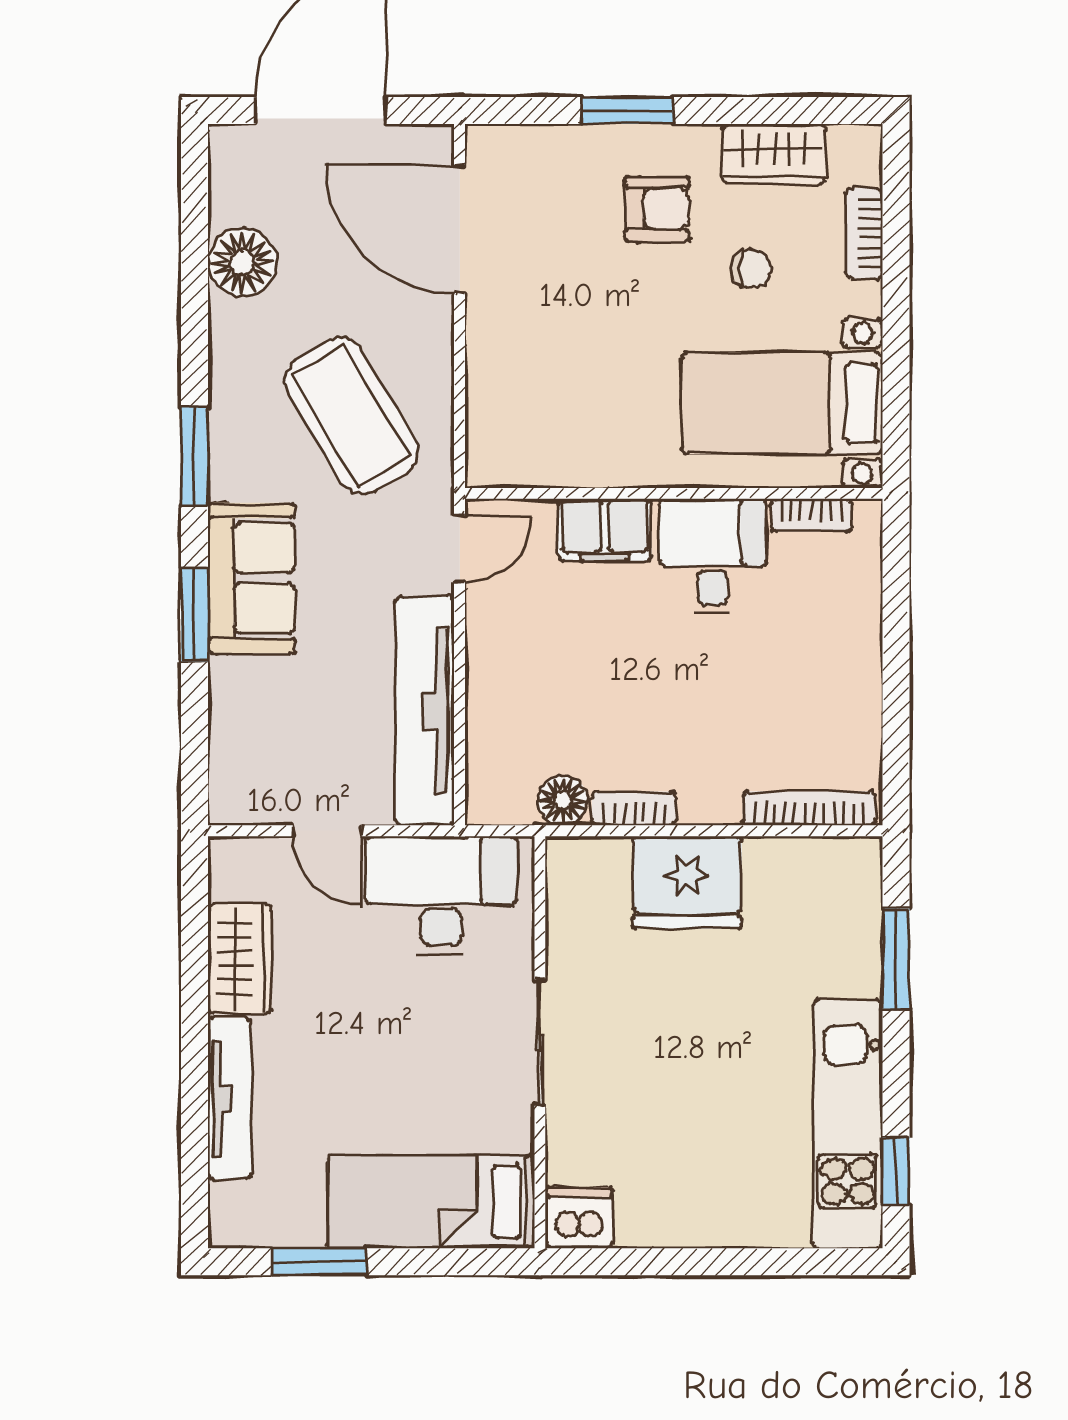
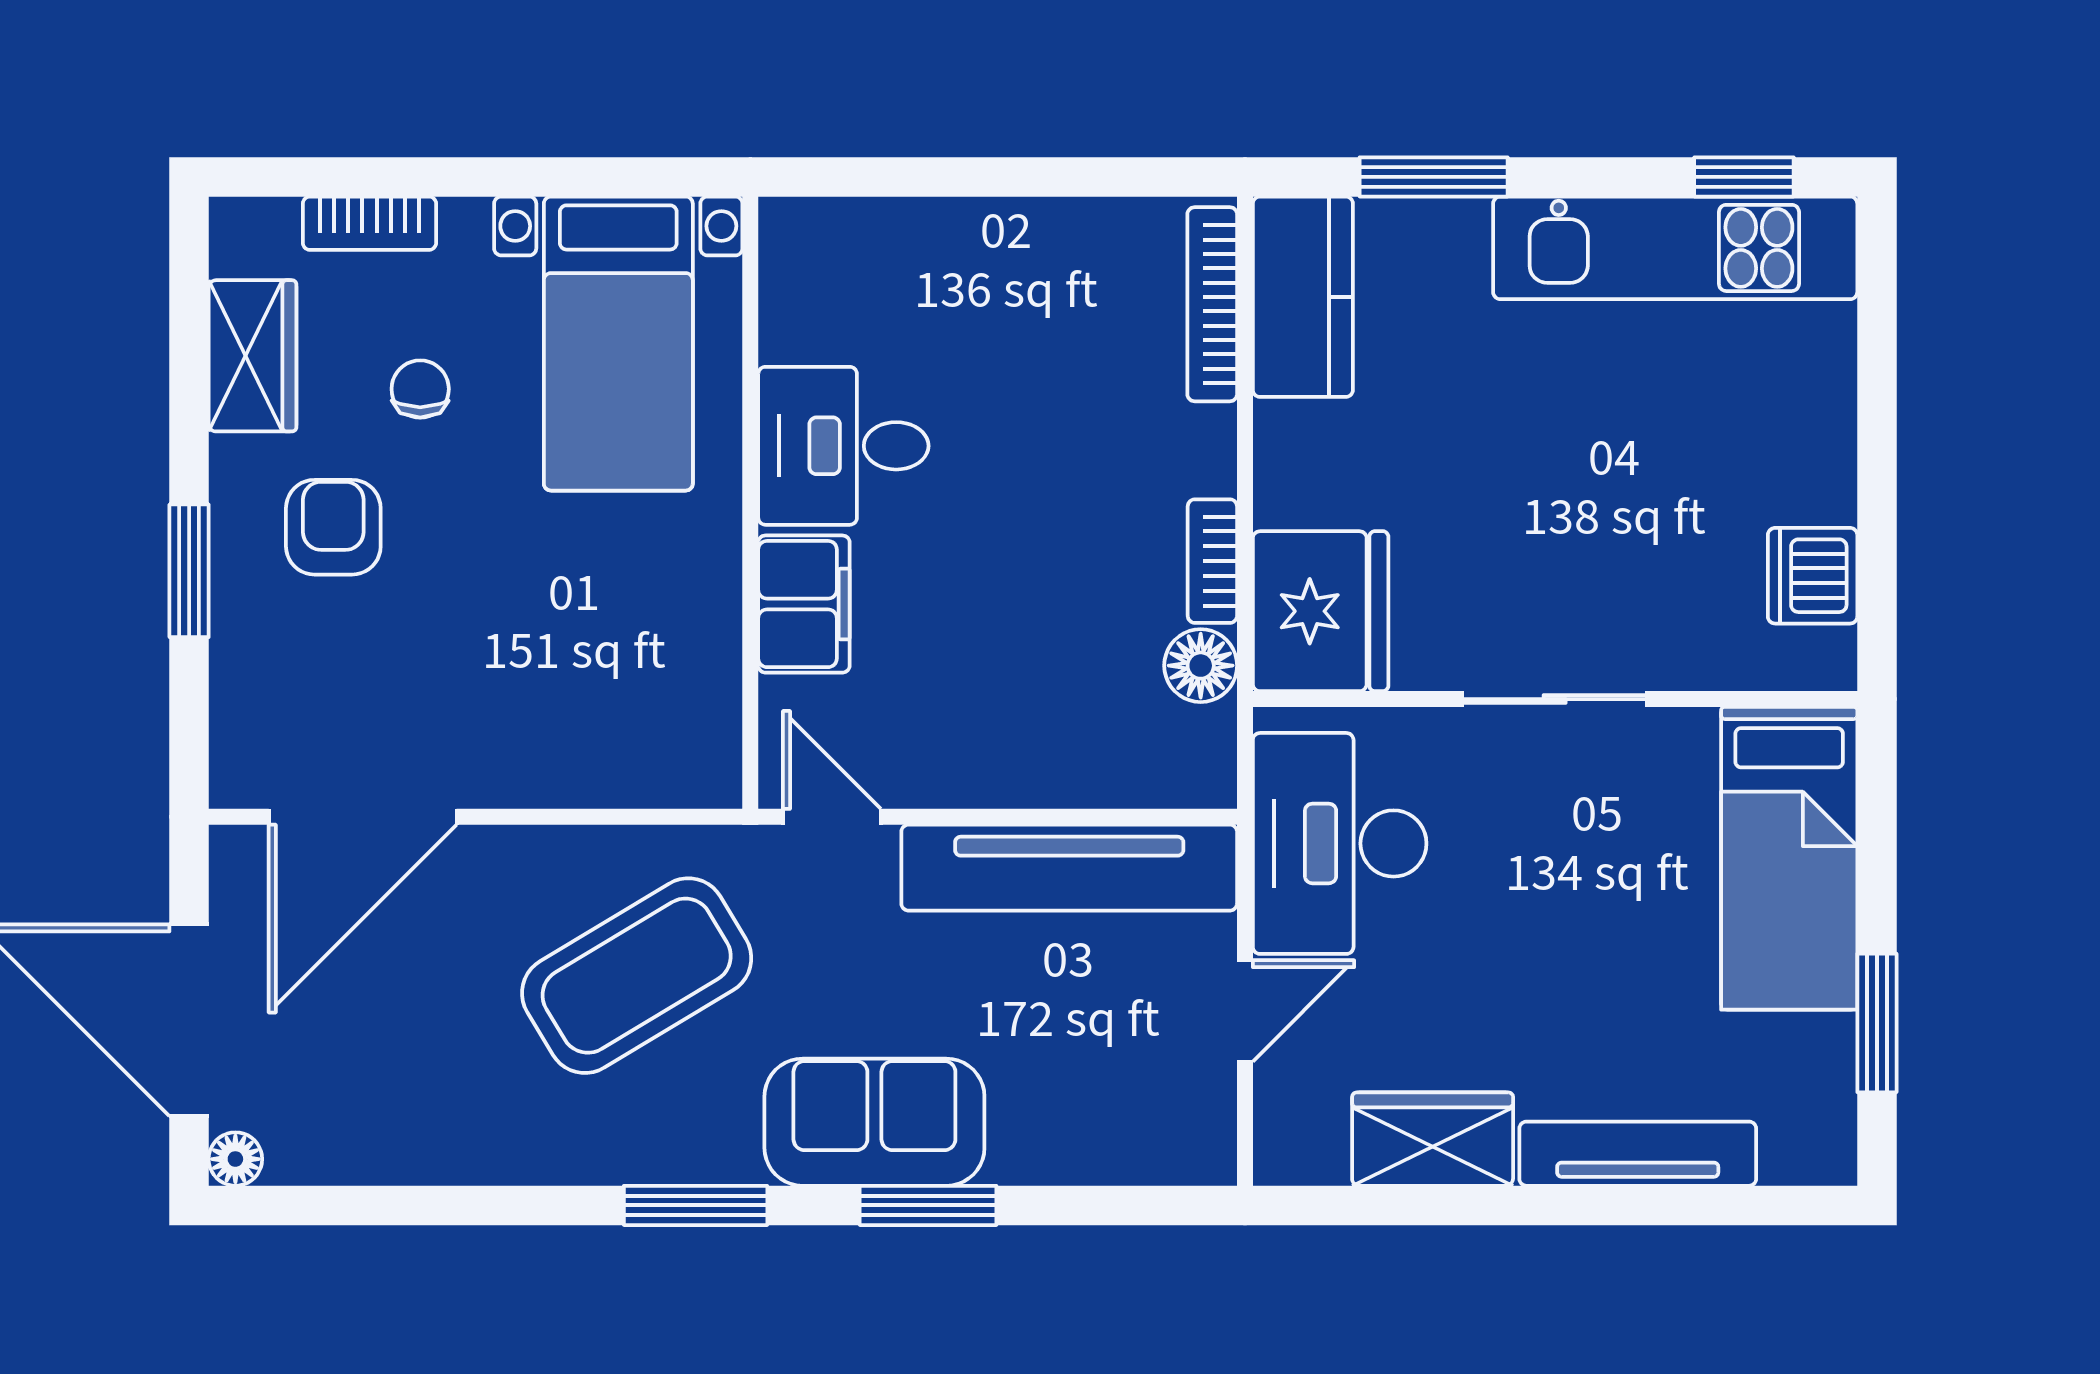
floor lamp: (242, 263) -> (235, 1159), moved, width x0.53, depth x0.53
bookcase: (811, 515) -> (782, 301), removed
kitchen counter: (814, 870) -> (1303, 297), added
fridge: (687, 882) -> (1321, 611), moved
dishwasher: (579, 1218) -> (1813, 576), moved

